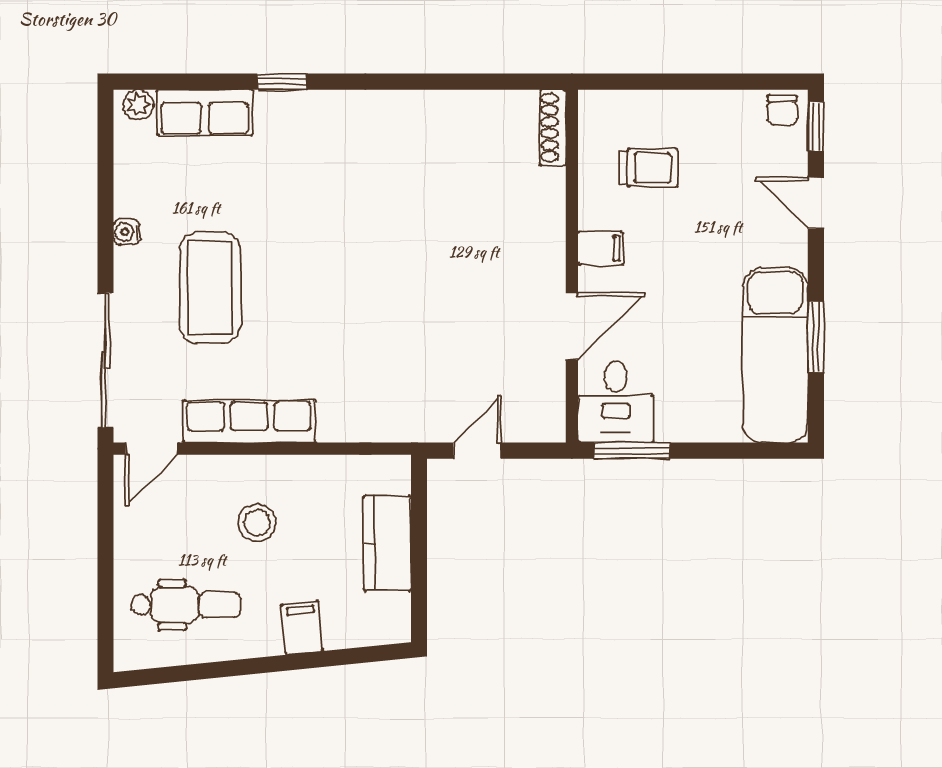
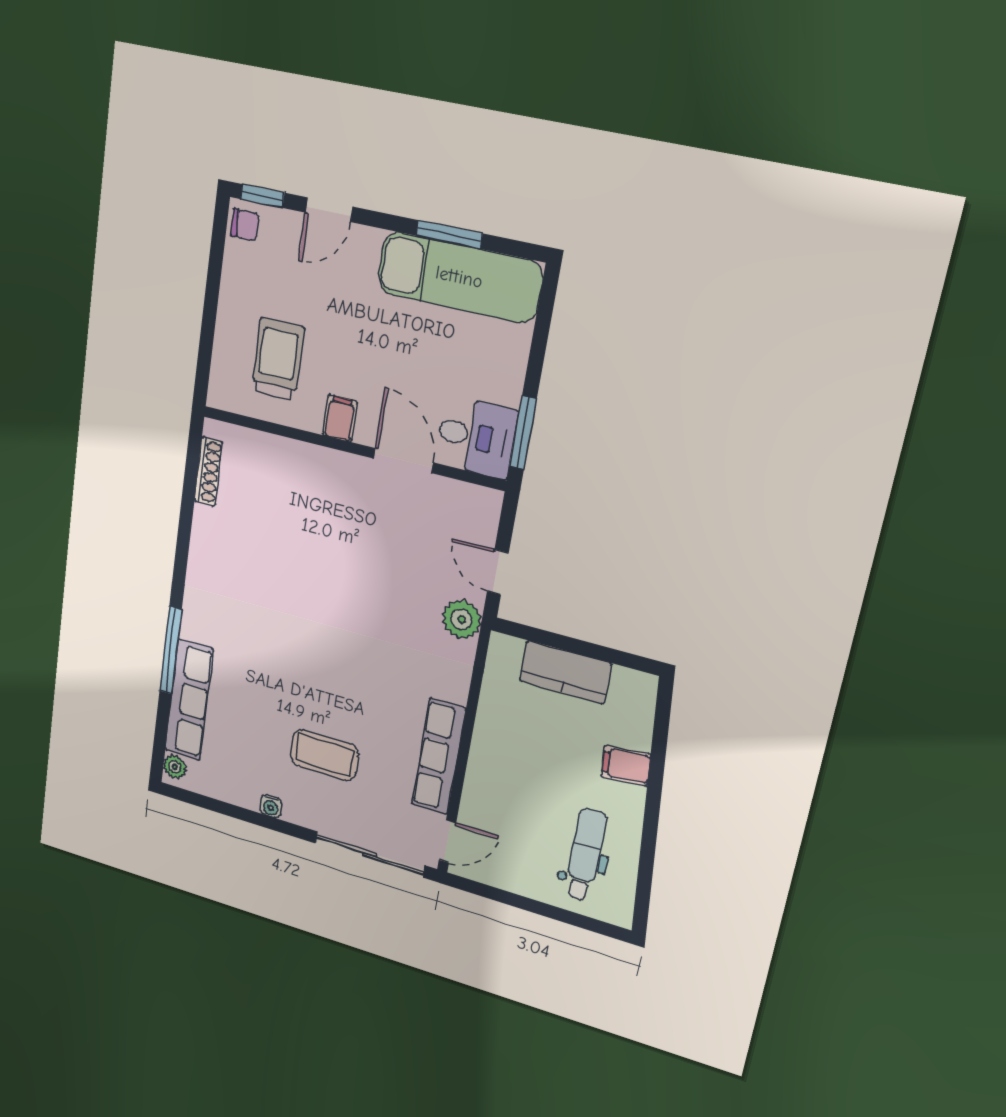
window: (282, 82) -> (171, 650), width x2.17
row of seats: (205, 113) -> (189, 700), width x1.48
shoe rack: (553, 128) -> (208, 472), moved, turned -90
trolley: (648, 168) -> (278, 359), width x1.36, depth x1.39
coffee table: (210, 288) -> (324, 755), width x0.73, depth x0.76
plant: (414, 420) -> (462, 619), added
door: (151, 449) -> (447, 841), hinge flipped
stool: (257, 523) -> (526, 776), removed

